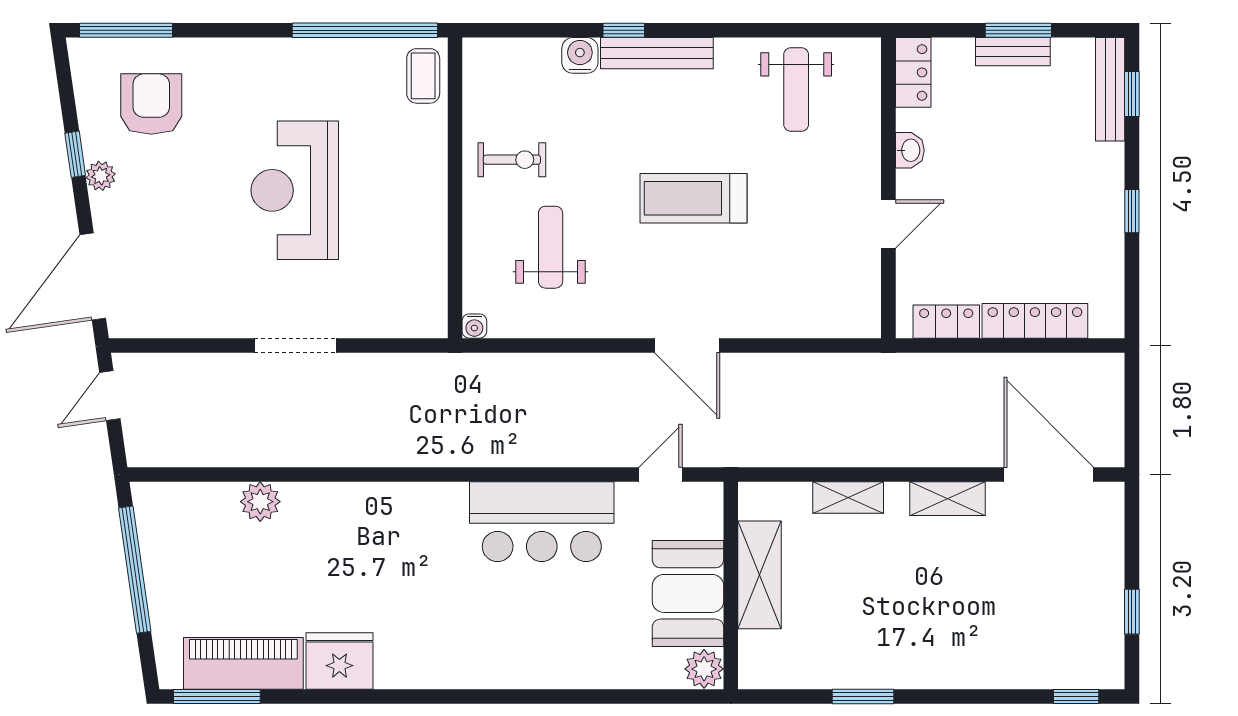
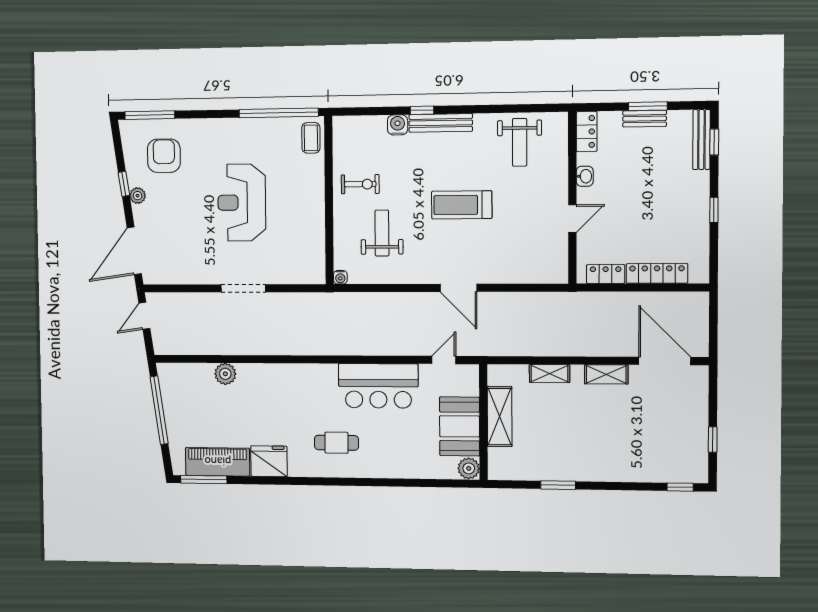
cafe table: (465, 625) -> (337, 443), added

